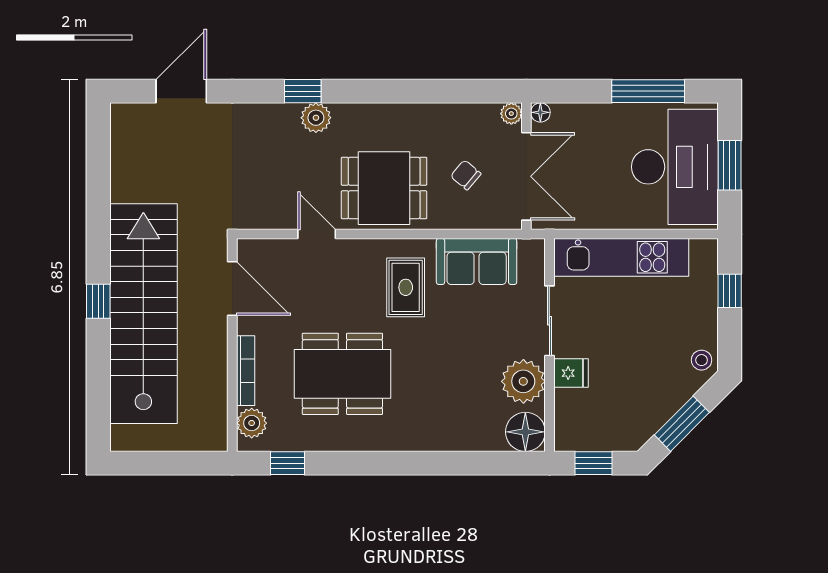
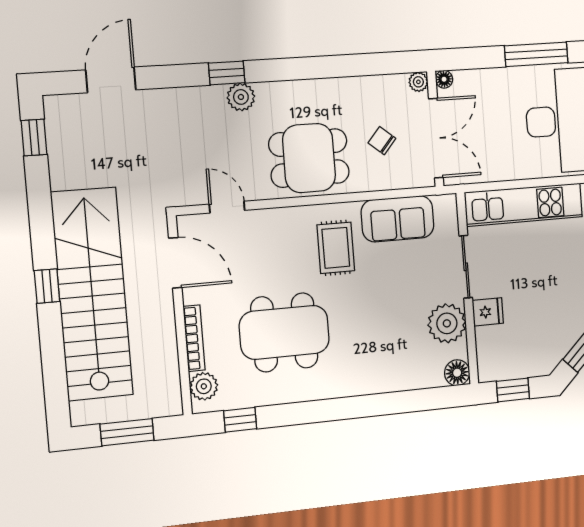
window: (98, 146) -> (34, 138), added
door: (317, 234) -> (227, 207), moved
floor lamp: (525, 432) -> (457, 373), width x0.73, depth x0.73
window: (167, 463) -> (127, 432), added

